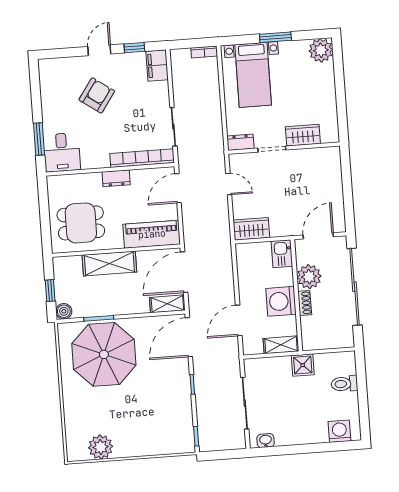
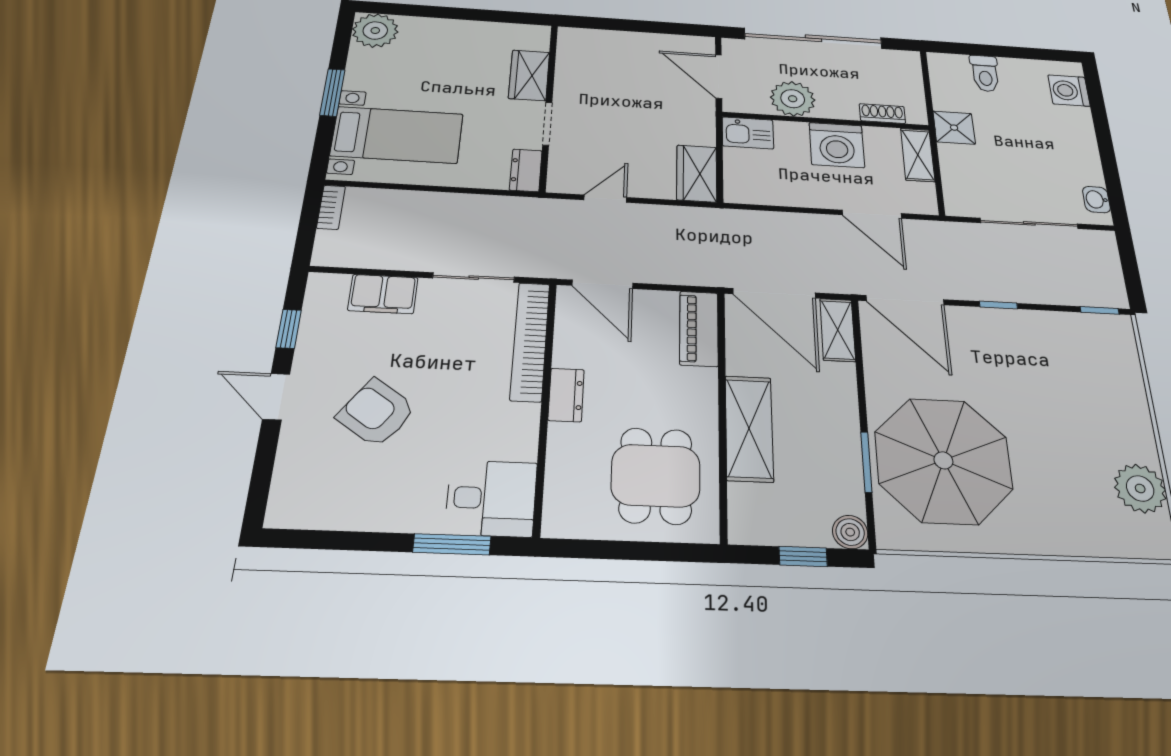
filing cabinet: (157, 65) -> (383, 294), moved
piano: (152, 234) -> (699, 329), width x0.73, depth x0.75
shoe rack: (305, 303) -> (882, 114), moved

